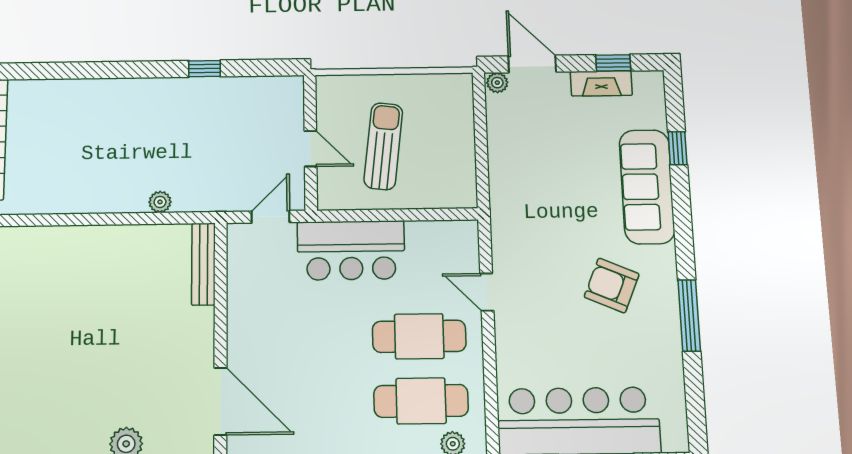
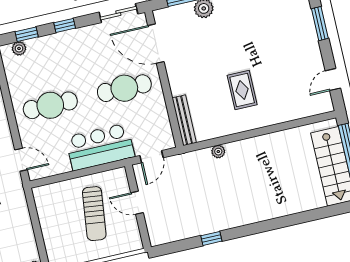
door: (487, 292) -> (21, 160), moved
rug: (97, 293) -> (242, 90), added
cafe table: (421, 401) -> (124, 88), moved

